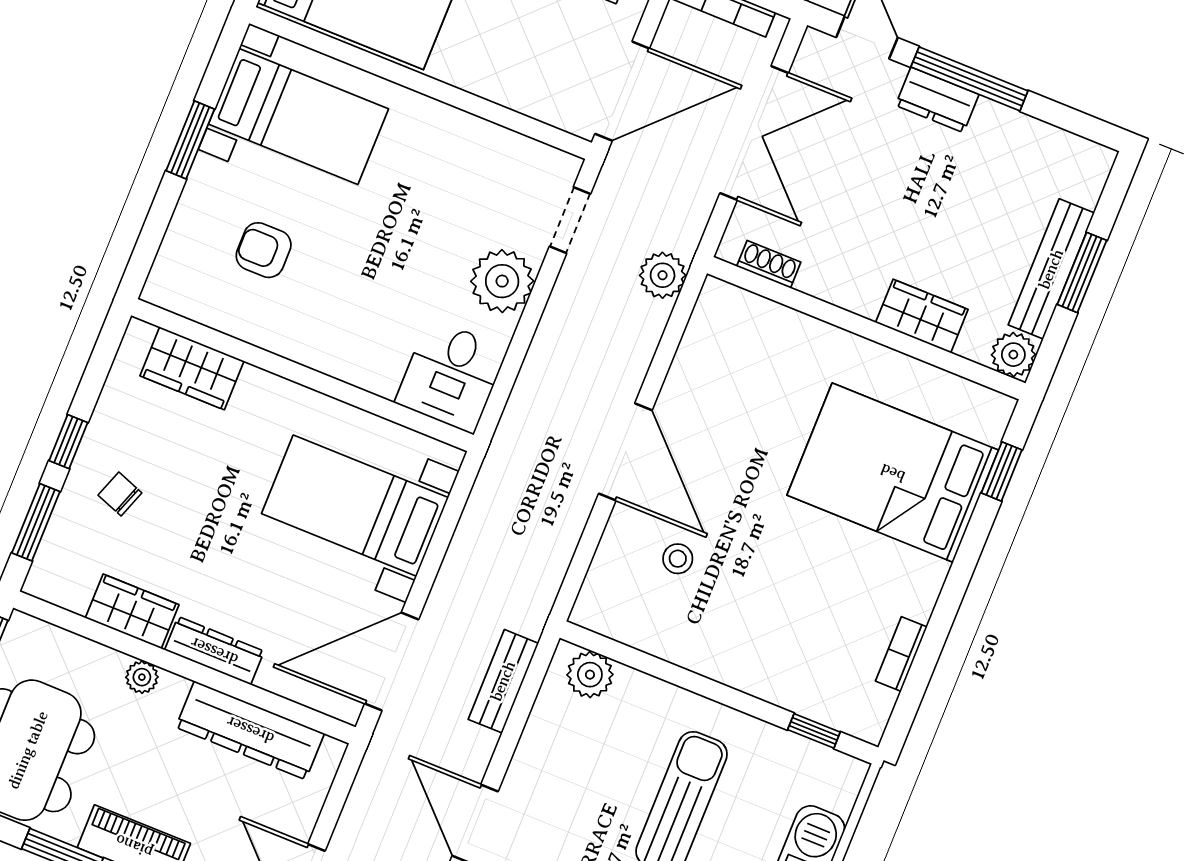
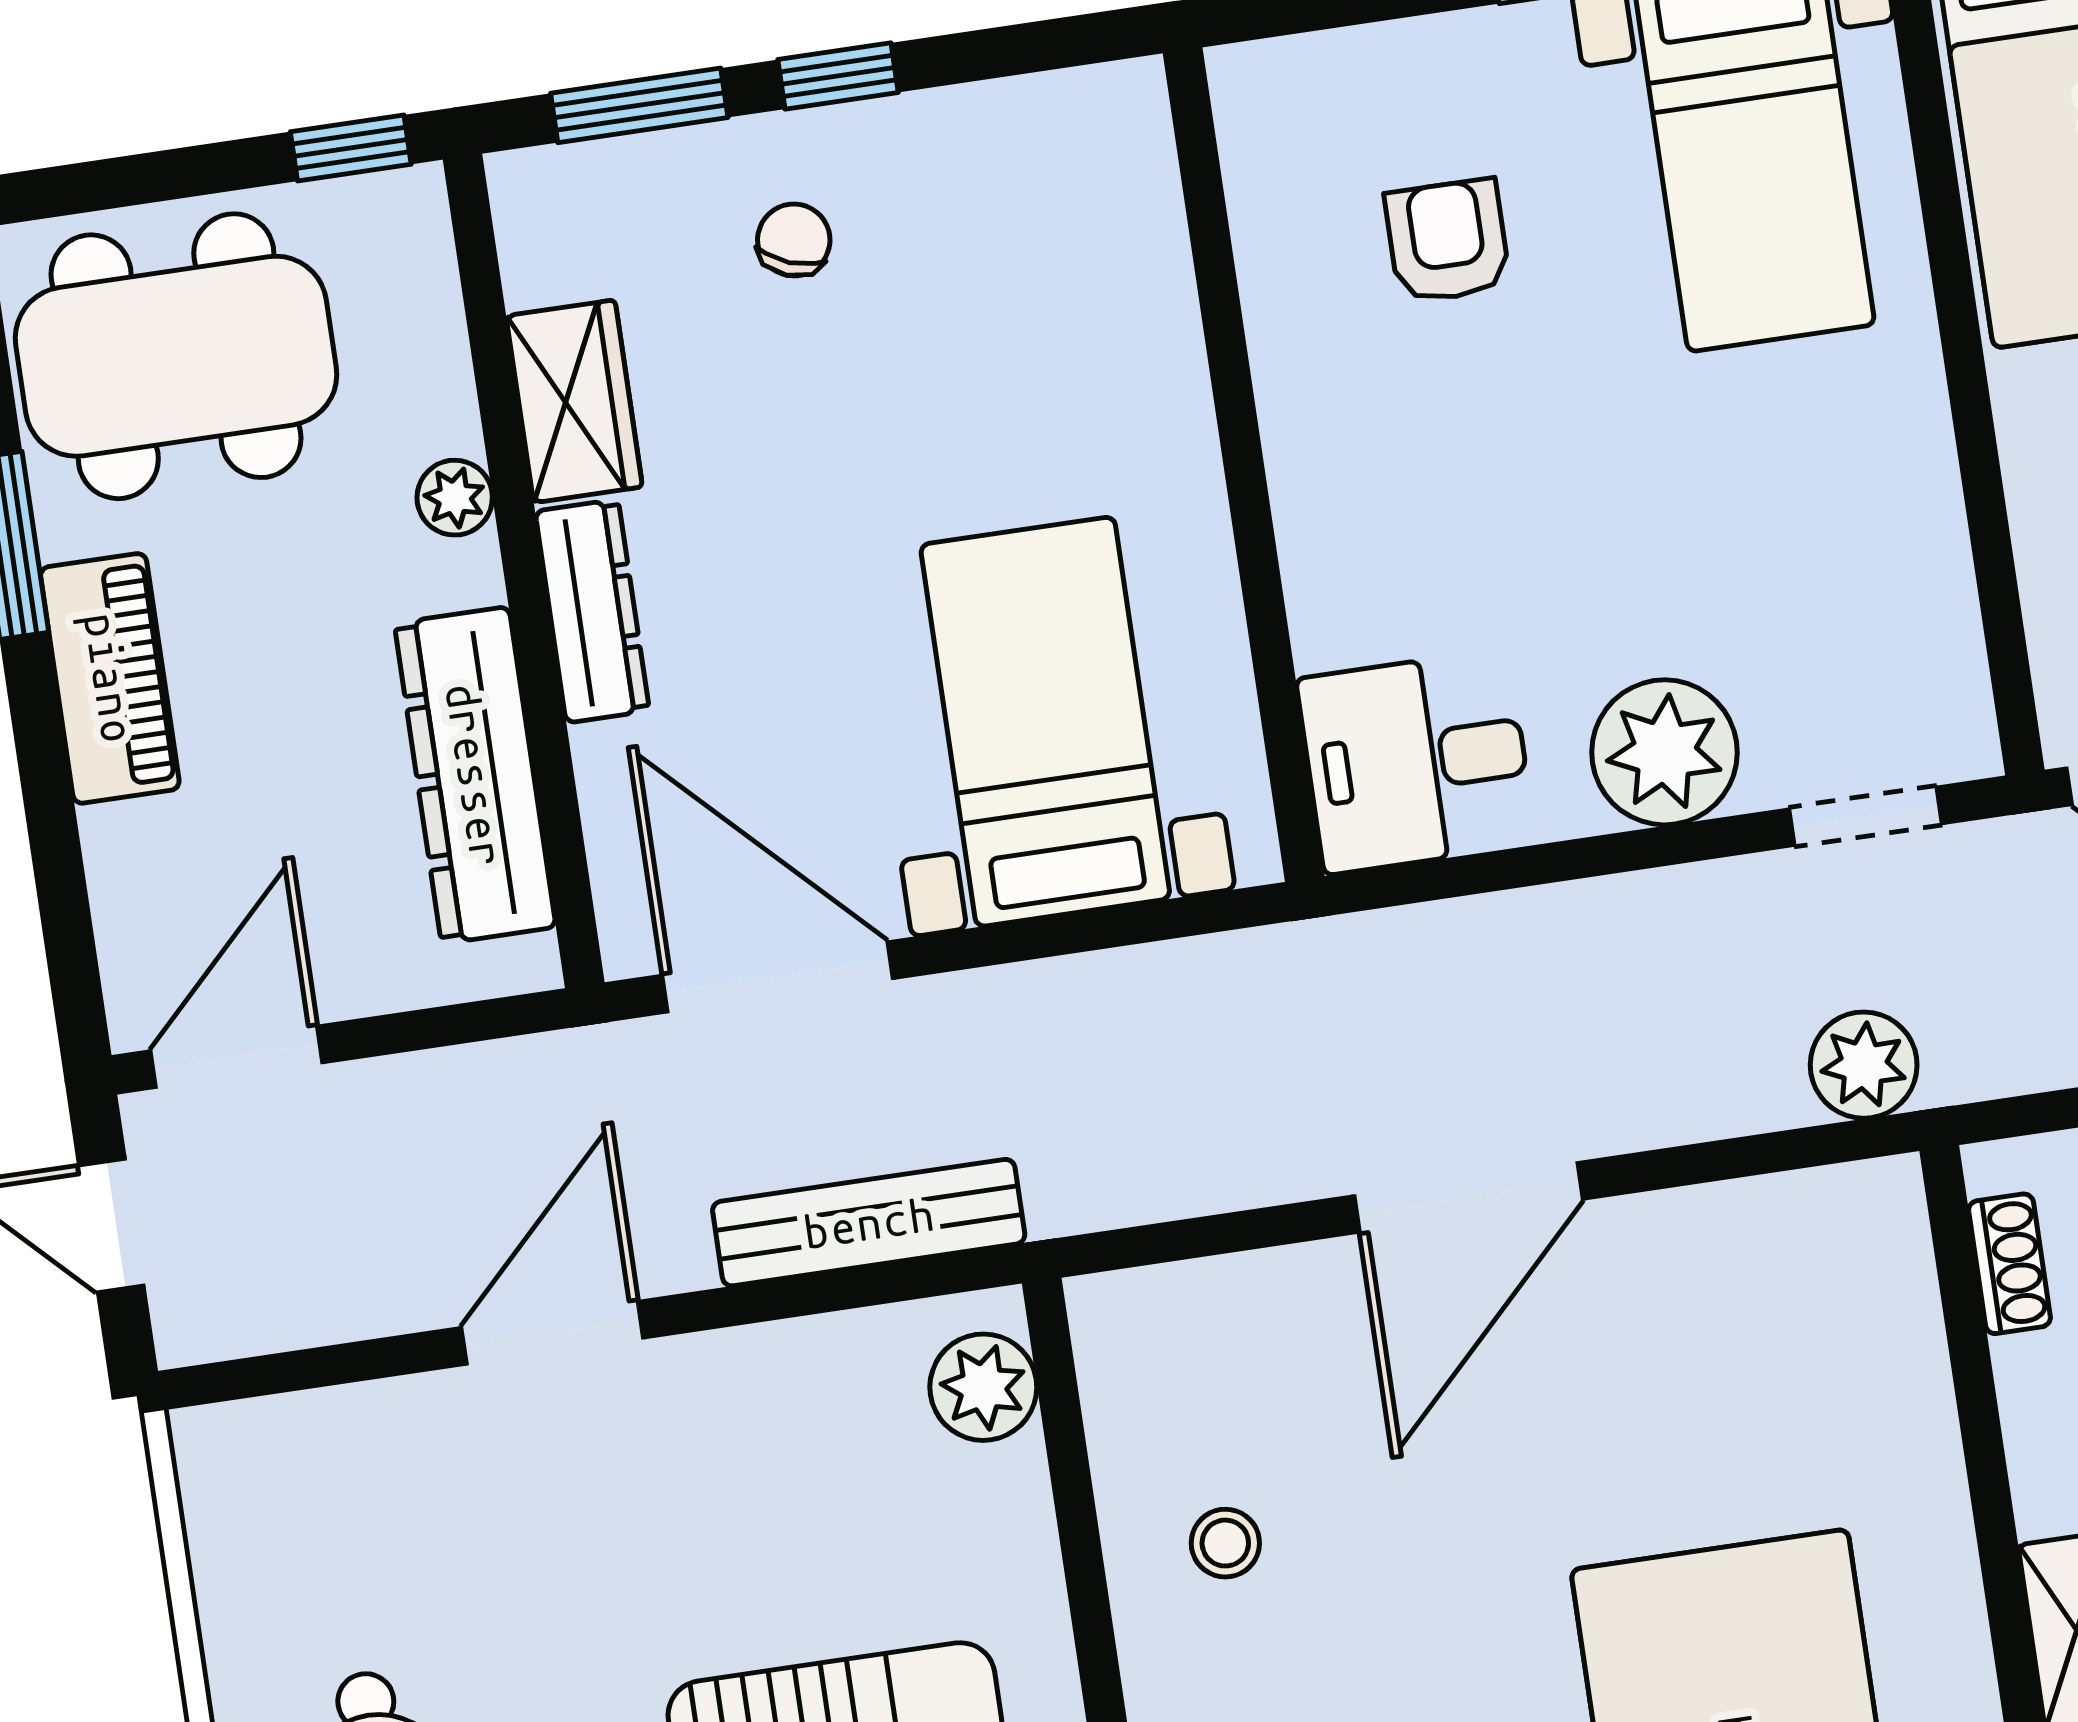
wardrobe: (192, 368) -> (1128, 237), removed
stool: (678, 559) -> (1225, 1543), moved
bench: (503, 681) -> (869, 1223), width x1.36

